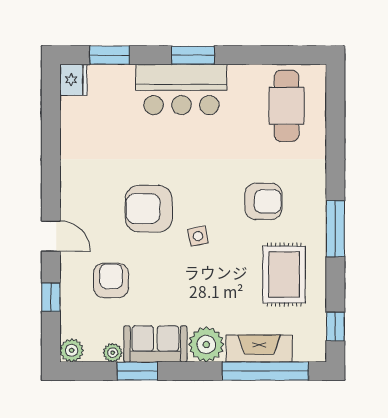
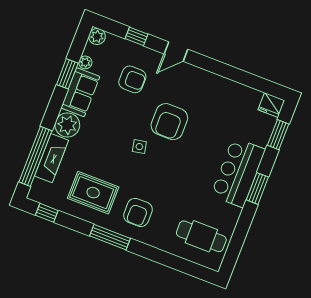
armchair: (263, 201) -> (138, 212), moved
armchair: (149, 209) -> (169, 122), turned 180

